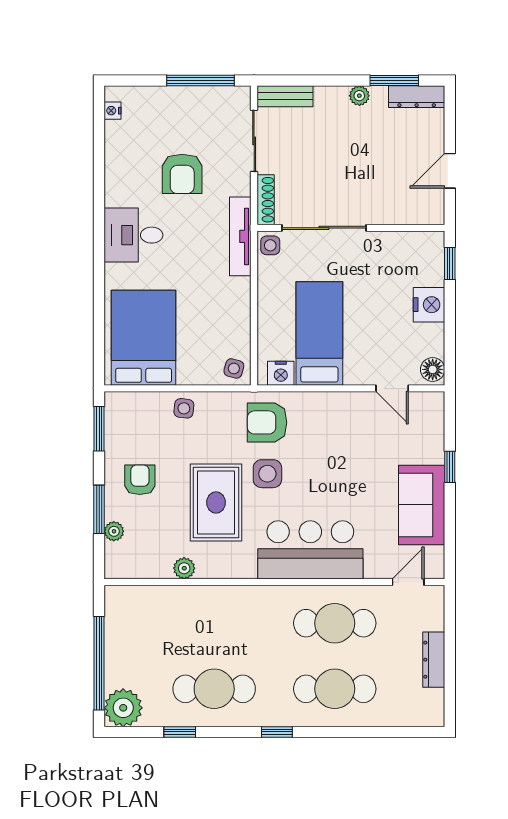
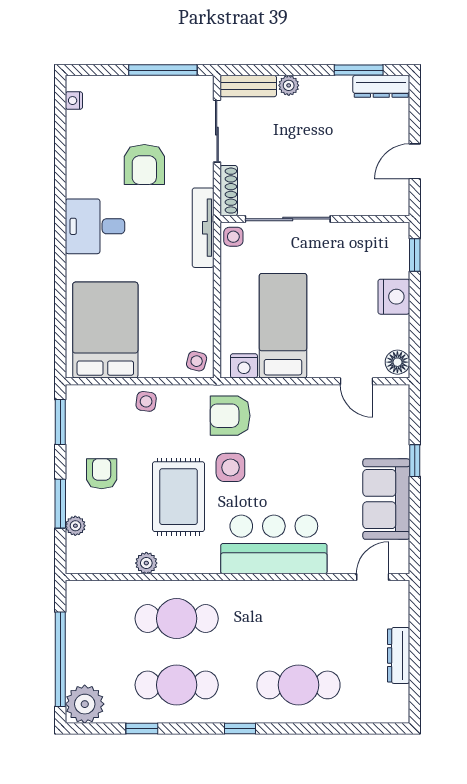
plant: (359, 96) -> (289, 85), moved
cafe table: (335, 623) -> (177, 619), moved

